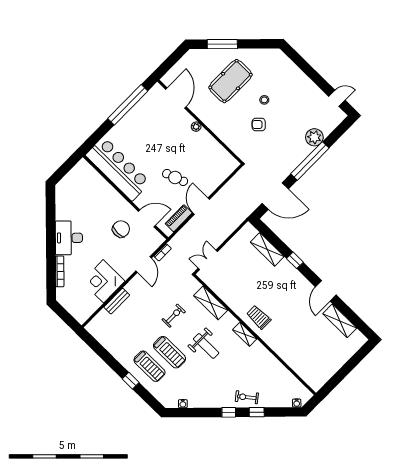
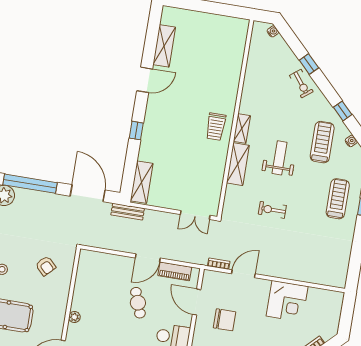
armchair: (259, 124) -> (46, 266), moved
chair: (121, 229) -> (225, 320), turned 180
shelving: (267, 249) -> (142, 182), moved
bench: (117, 301) -> (128, 212), moved
shelving: (211, 303) -> (238, 164), moved
treadmill: (169, 352) -> (322, 142), moved
window: (229, 412) -> (343, 111), moved

